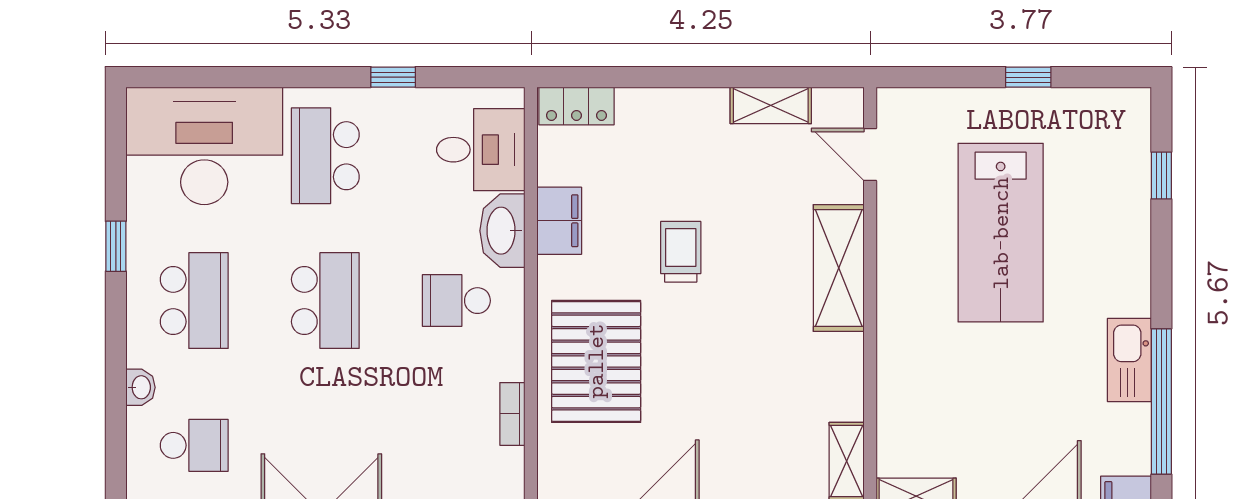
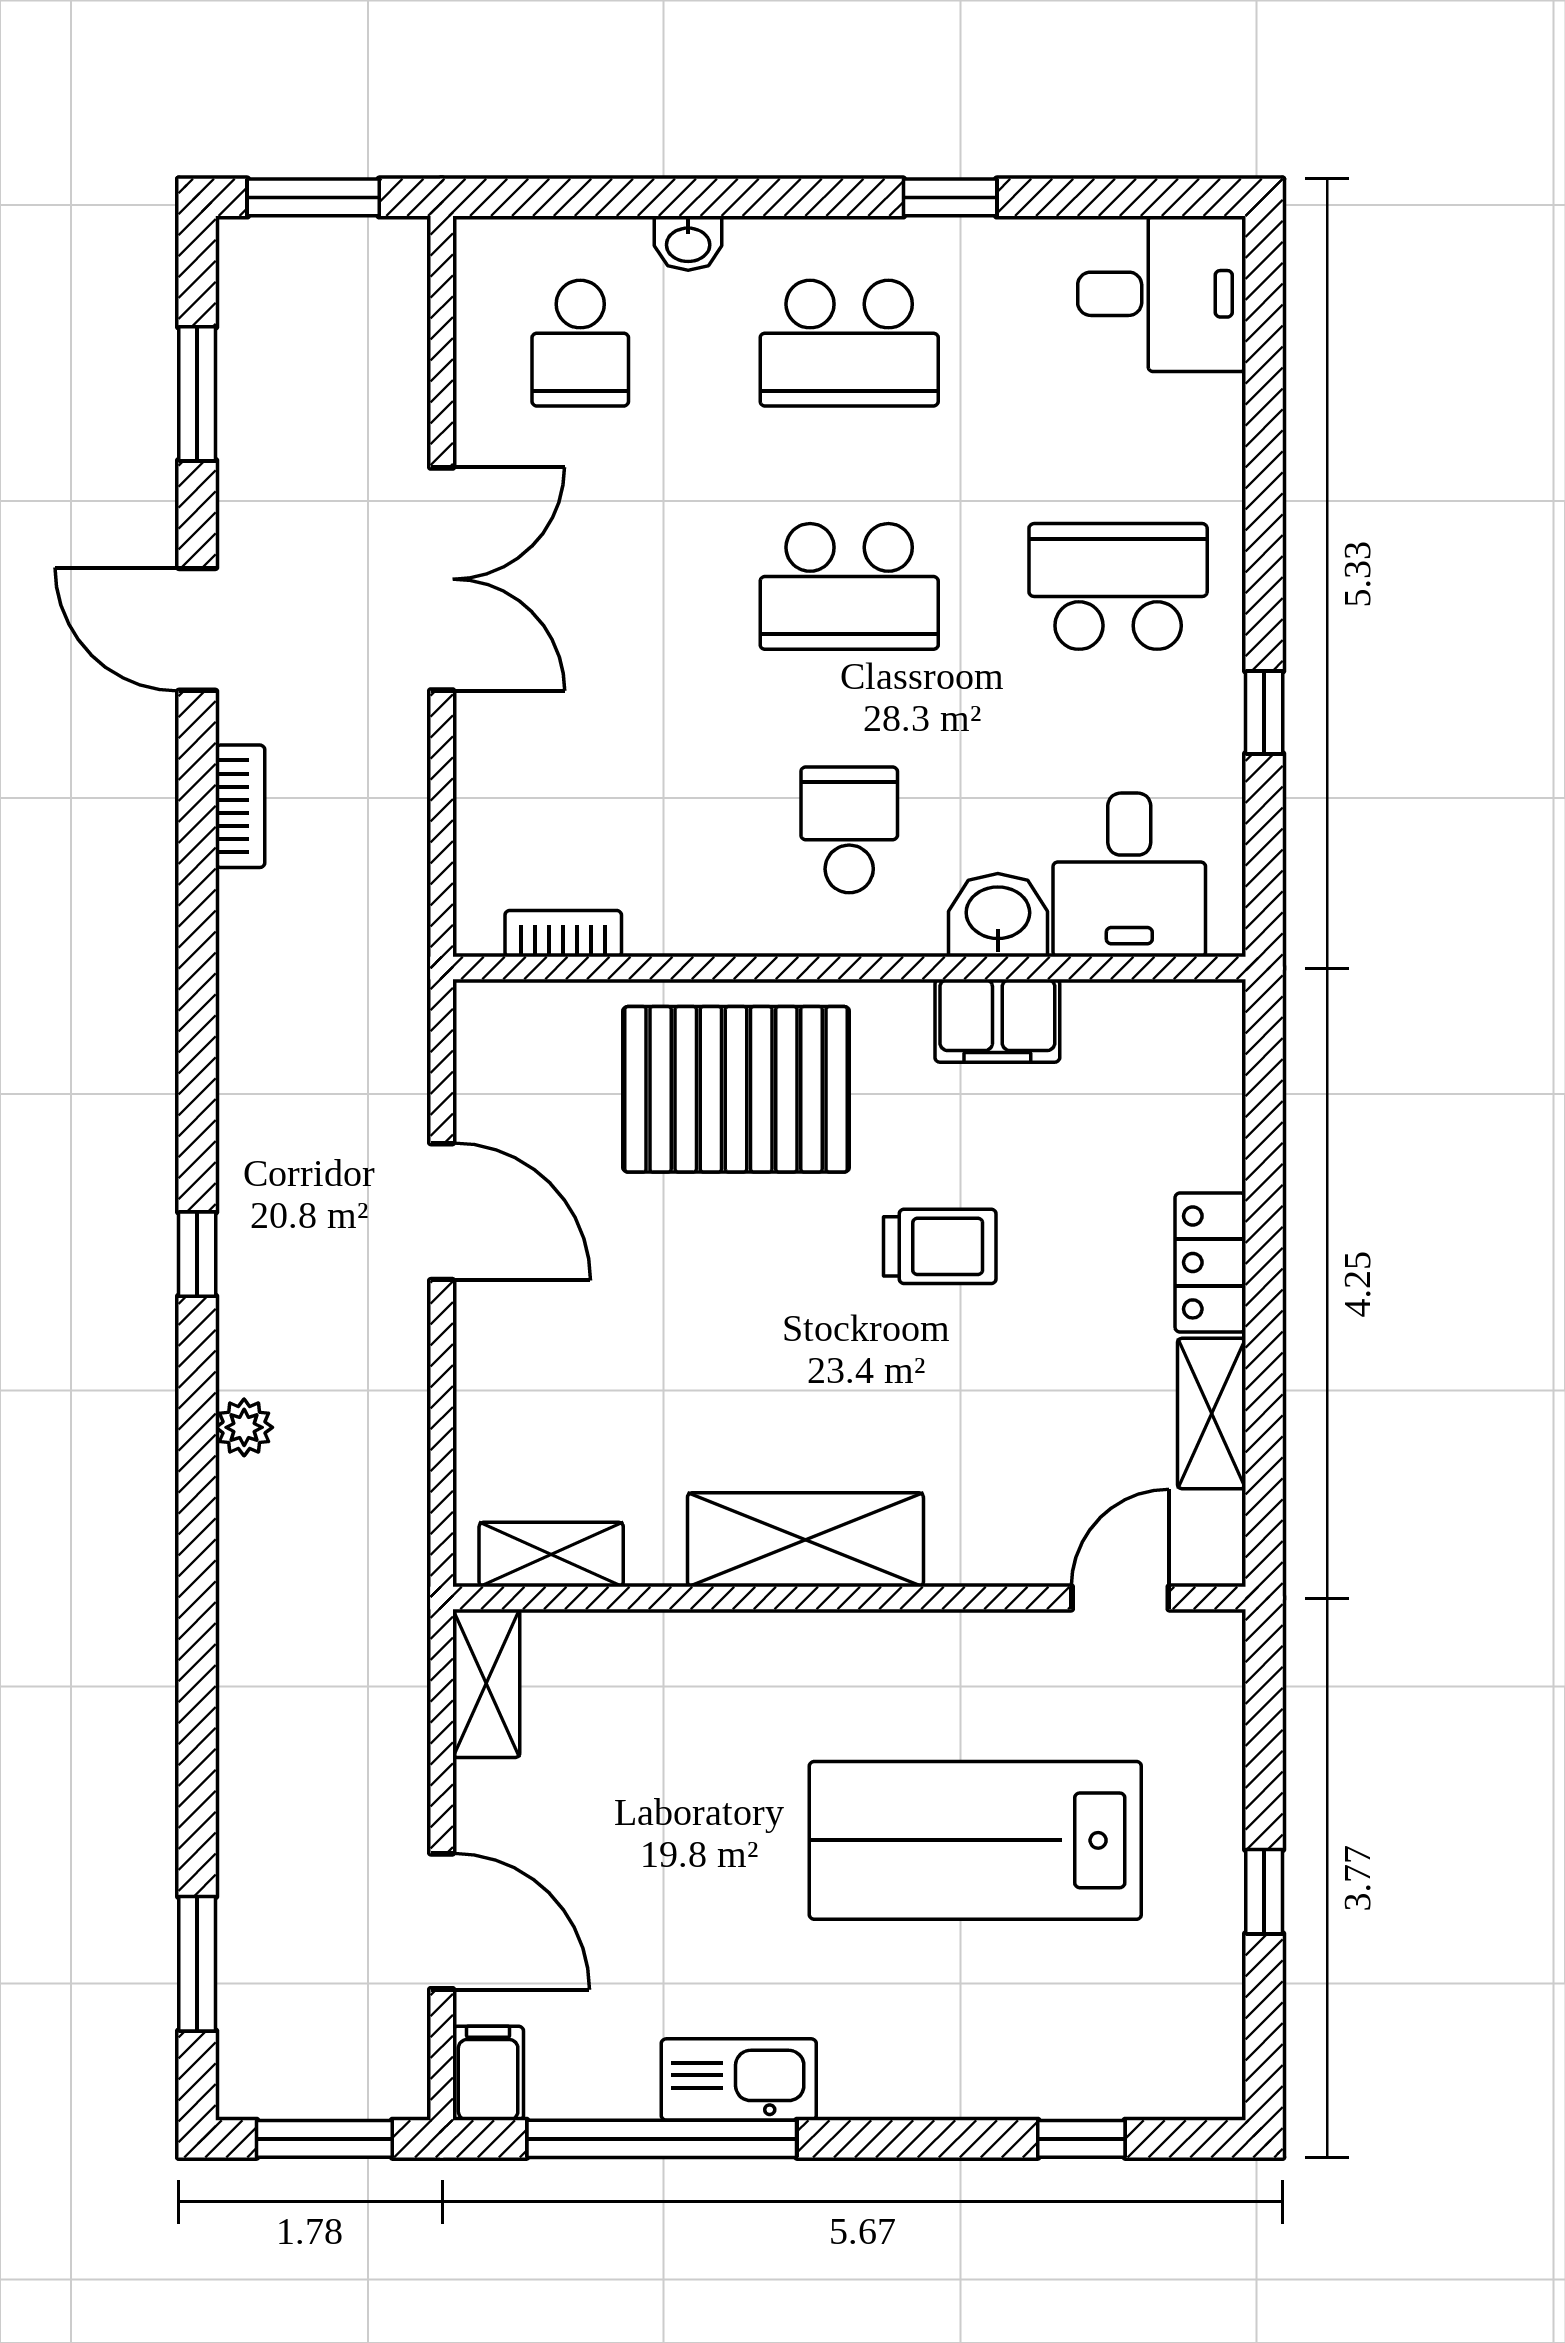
locker: (576, 106) -> (1210, 1262), moved
desk: (204, 146) -> (1162, 294), width x0.53, depth x0.77
washbasin: (502, 231) -> (998, 915), width x0.72
shelving: (839, 268) -> (805, 1540), moved
bookcase: (512, 414) -> (563, 934), moved

